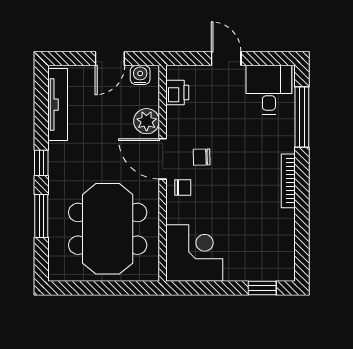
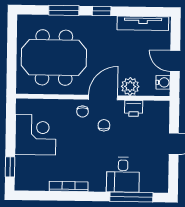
desk: (269, 90) -> (123, 175), moved, turned 90
printer: (177, 92) -> (134, 108), moved
bookcase: (288, 181) -> (69, 186), moved
corner desk: (194, 253) -> (35, 135), moved, turned -90

